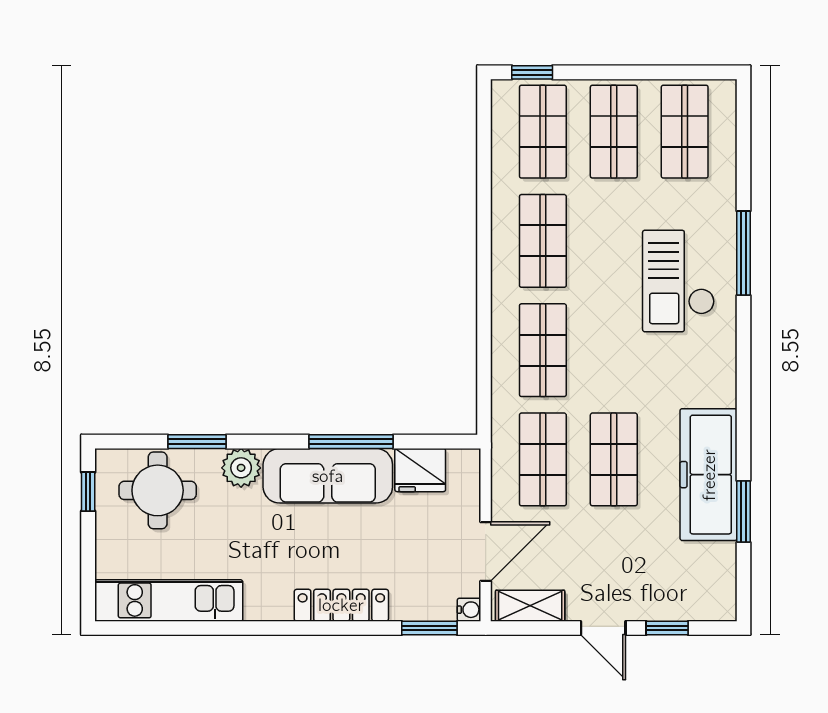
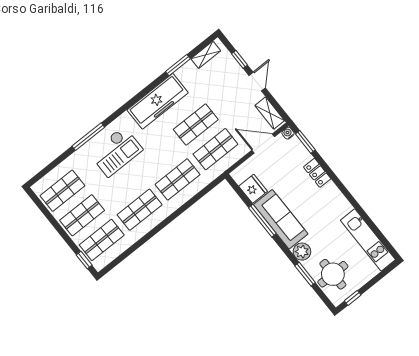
freezer: (709, 475) -> (158, 101), moved
shelving: (723, 575) -> (206, 55), added
locker: (341, 605) -> (317, 173), width x0.66

